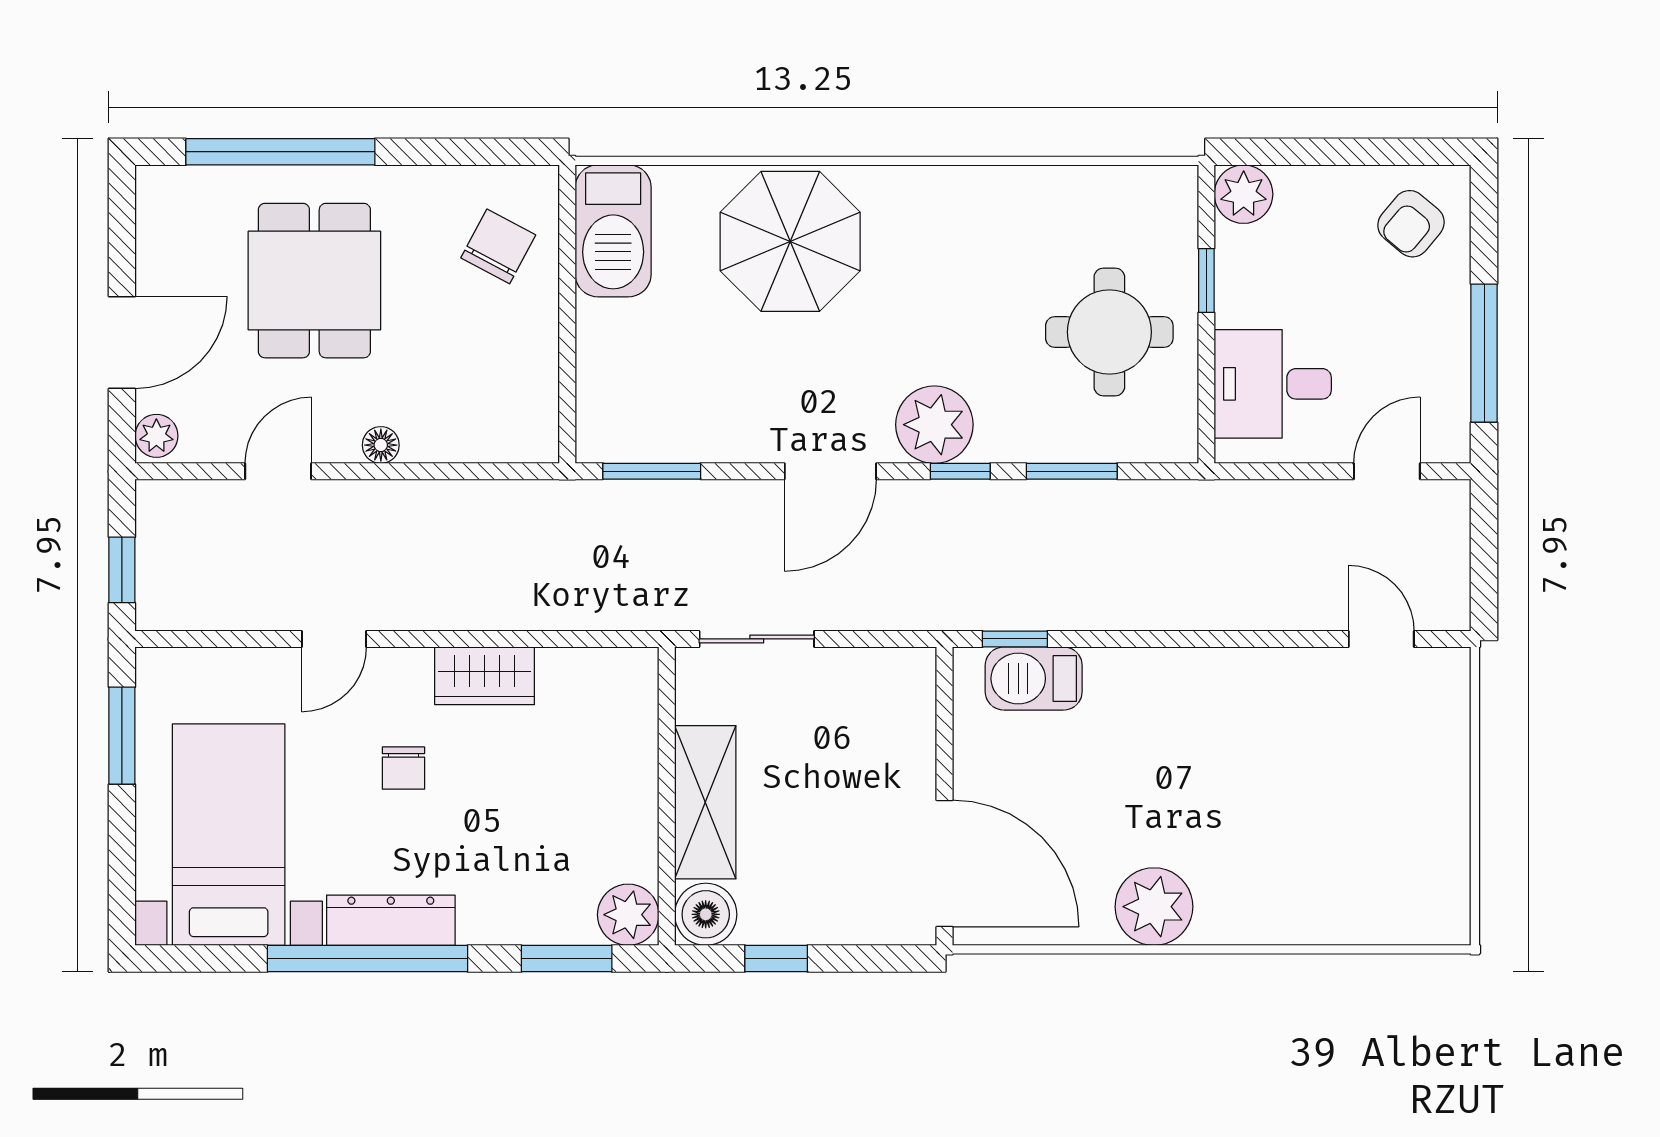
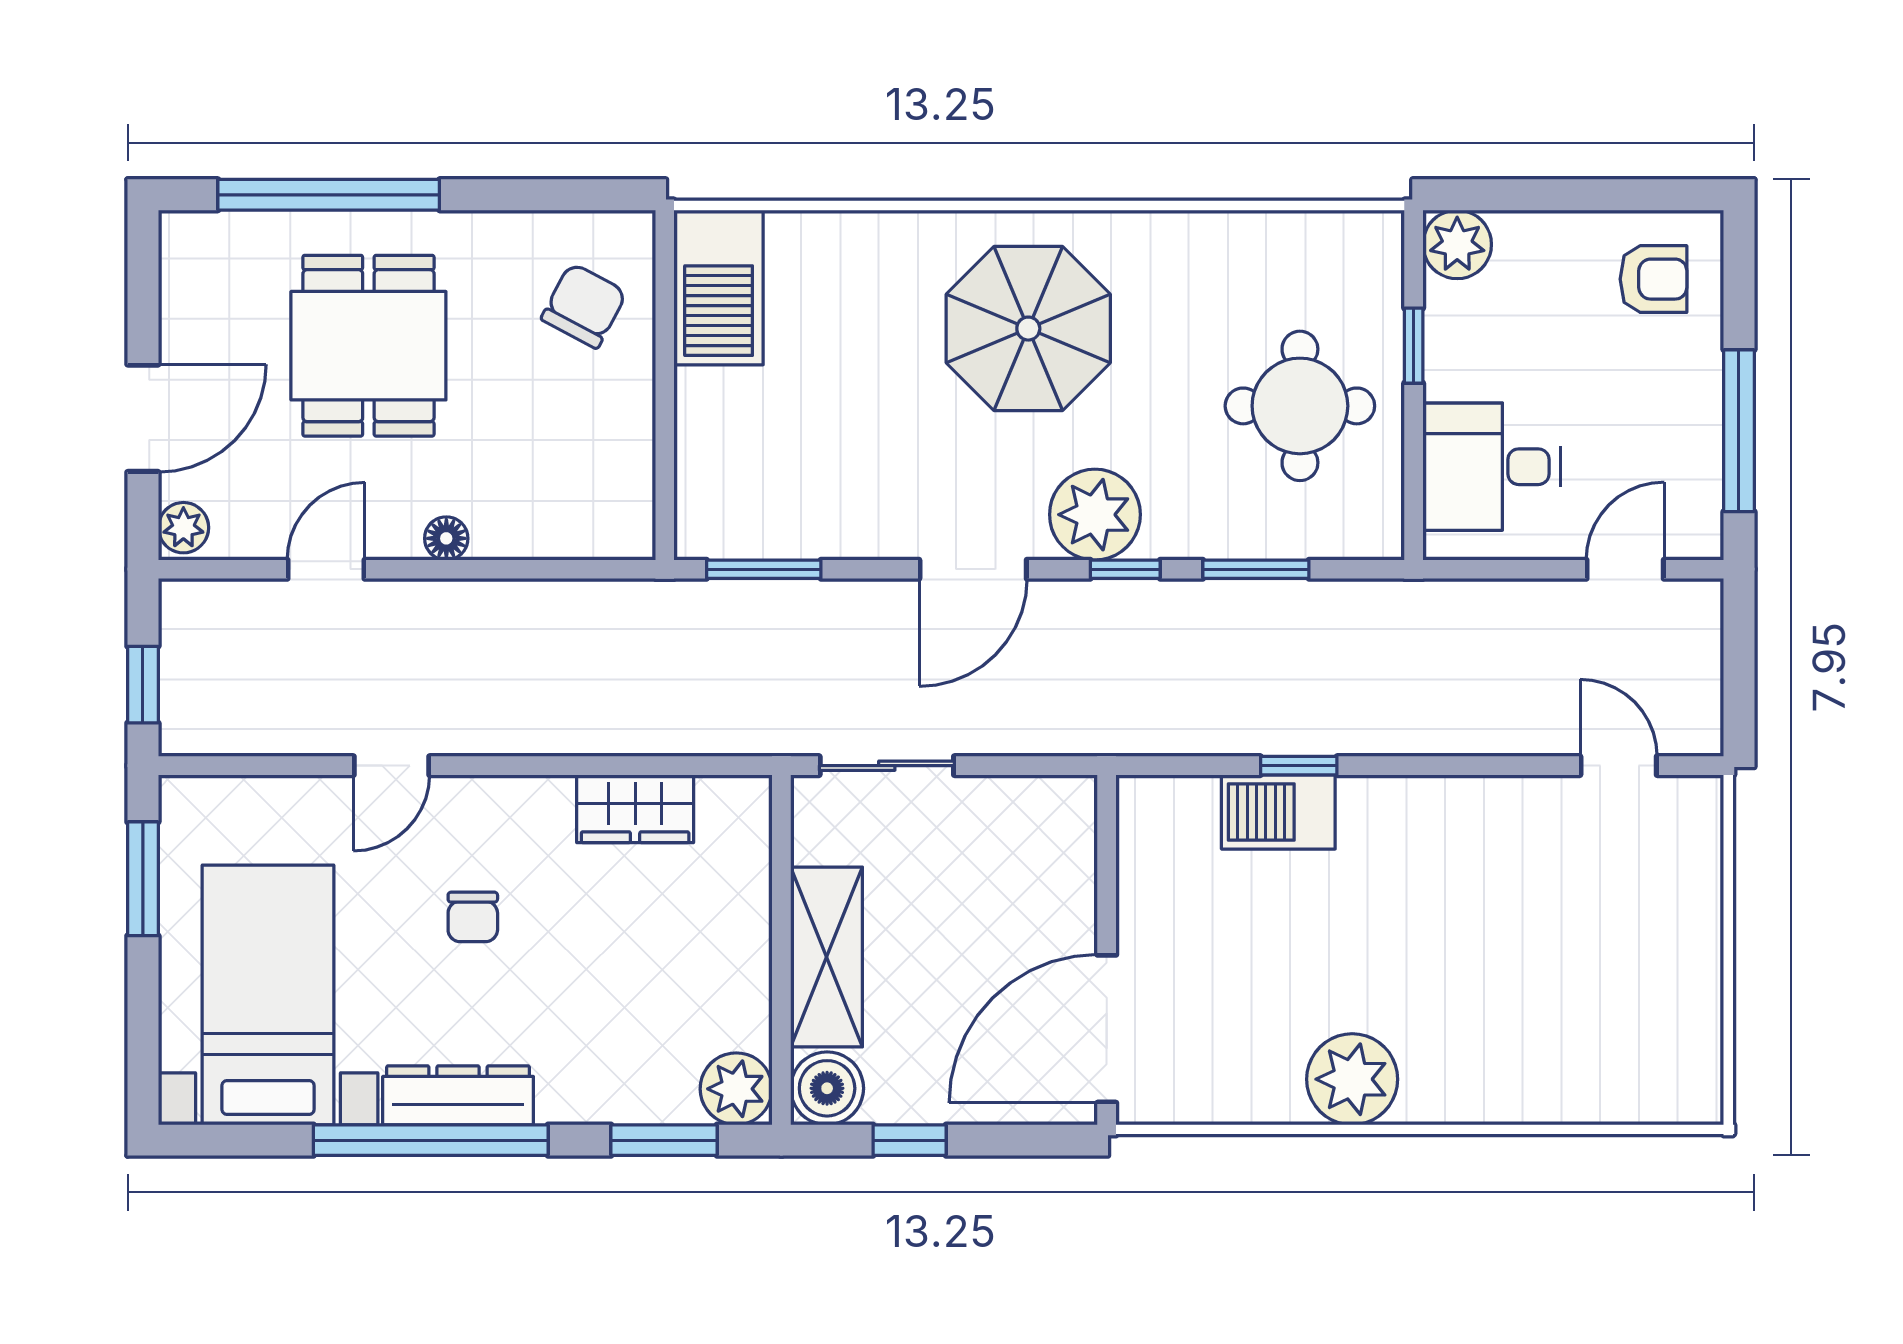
armchair: (1411, 224) -> (1653, 279), turned -130
parasol: (790, 241) -> (1028, 329), moved
window: (1015, 639) -> (1299, 766), moved
wardrobe: (485, 676) -> (635, 809), moved
barbecue: (1034, 679) -> (1278, 812), moved
door: (944, 863) -> (1107, 1029), swing flipped

